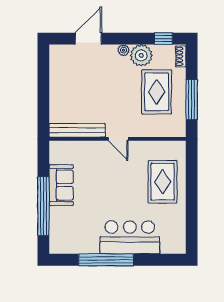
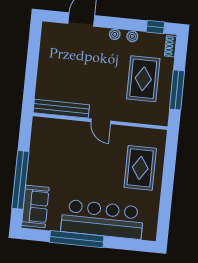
plant: (141, 55) -> (132, 36), width x0.53, depth x0.53
sofa: (61, 185) -> (35, 206), moved
bar counter: (130, 237) -> (102, 219), width x1.36

